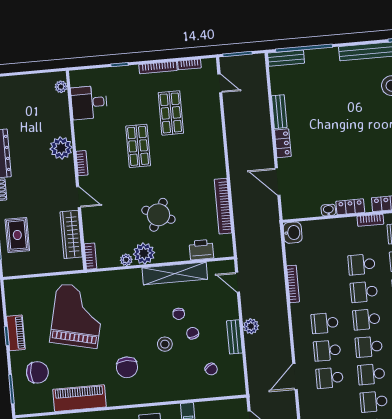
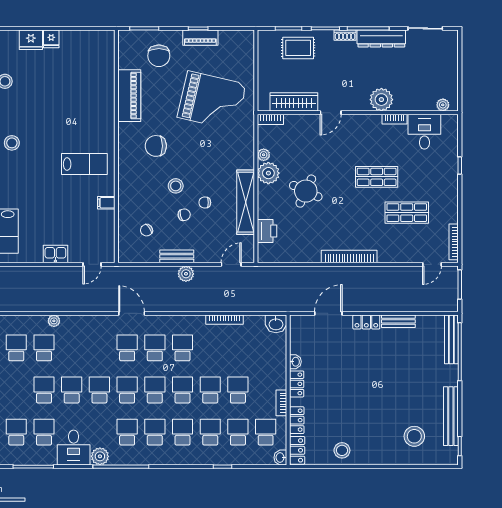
bench: (286, 58) -> (451, 339), width x1.36
bookcase: (189, 64) -> (454, 242), width x1.56
bookcase: (158, 67) -> (453, 204), removed
bookcase: (82, 163) -> (395, 119), moved
bookcase: (223, 206) -> (349, 256), moved

